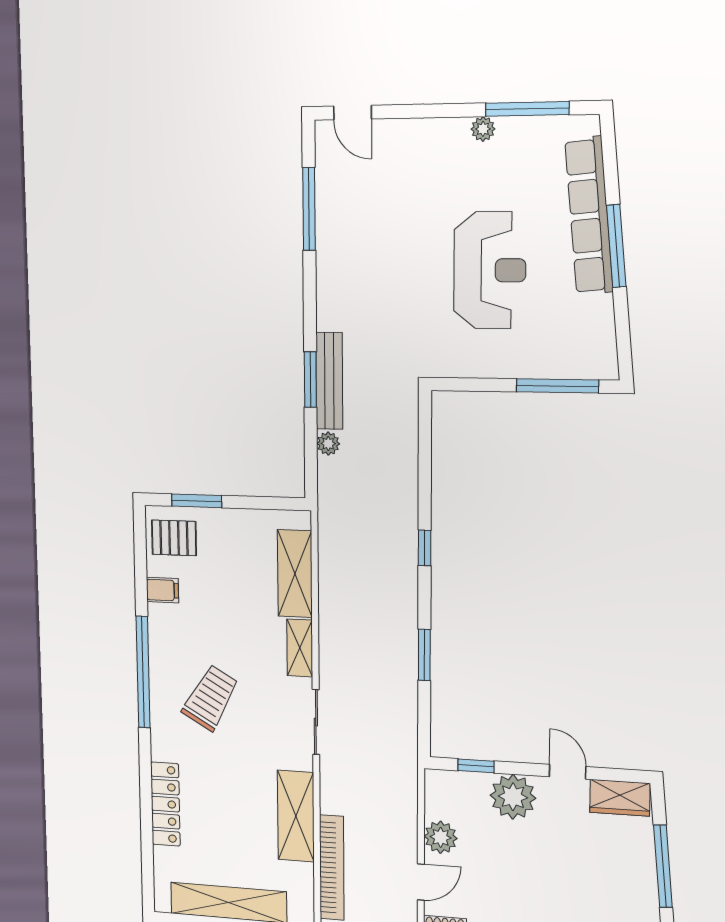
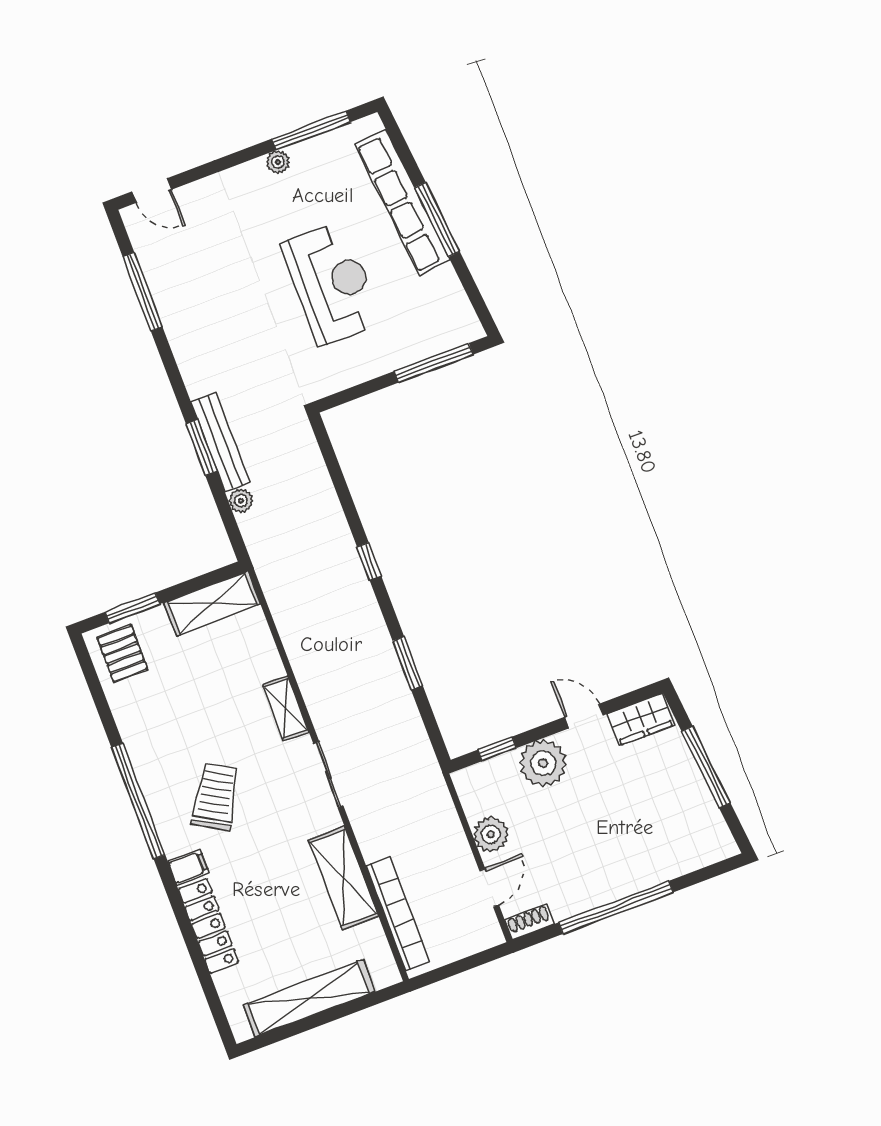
pallet: (174, 538) -> (122, 654), turned 90
shelving: (295, 574) -> (213, 603), moved, turned 90
filing cabinet: (162, 590) -> (188, 867), moved

